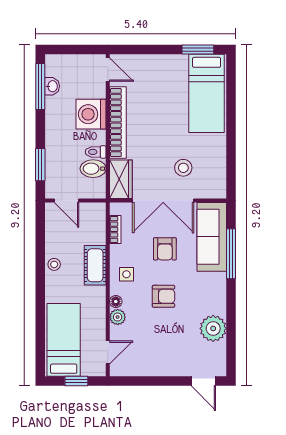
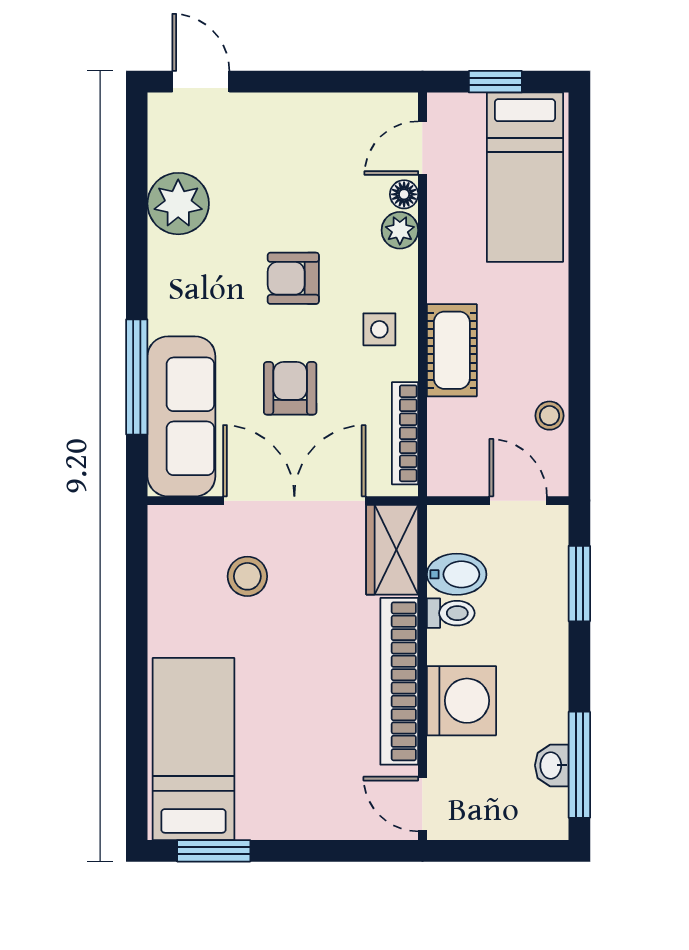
bookcase: (115, 229) -> (405, 433), width x1.56
stool: (54, 264) -> (550, 416), moved
floor lamp: (116, 302) -> (404, 194), moved

